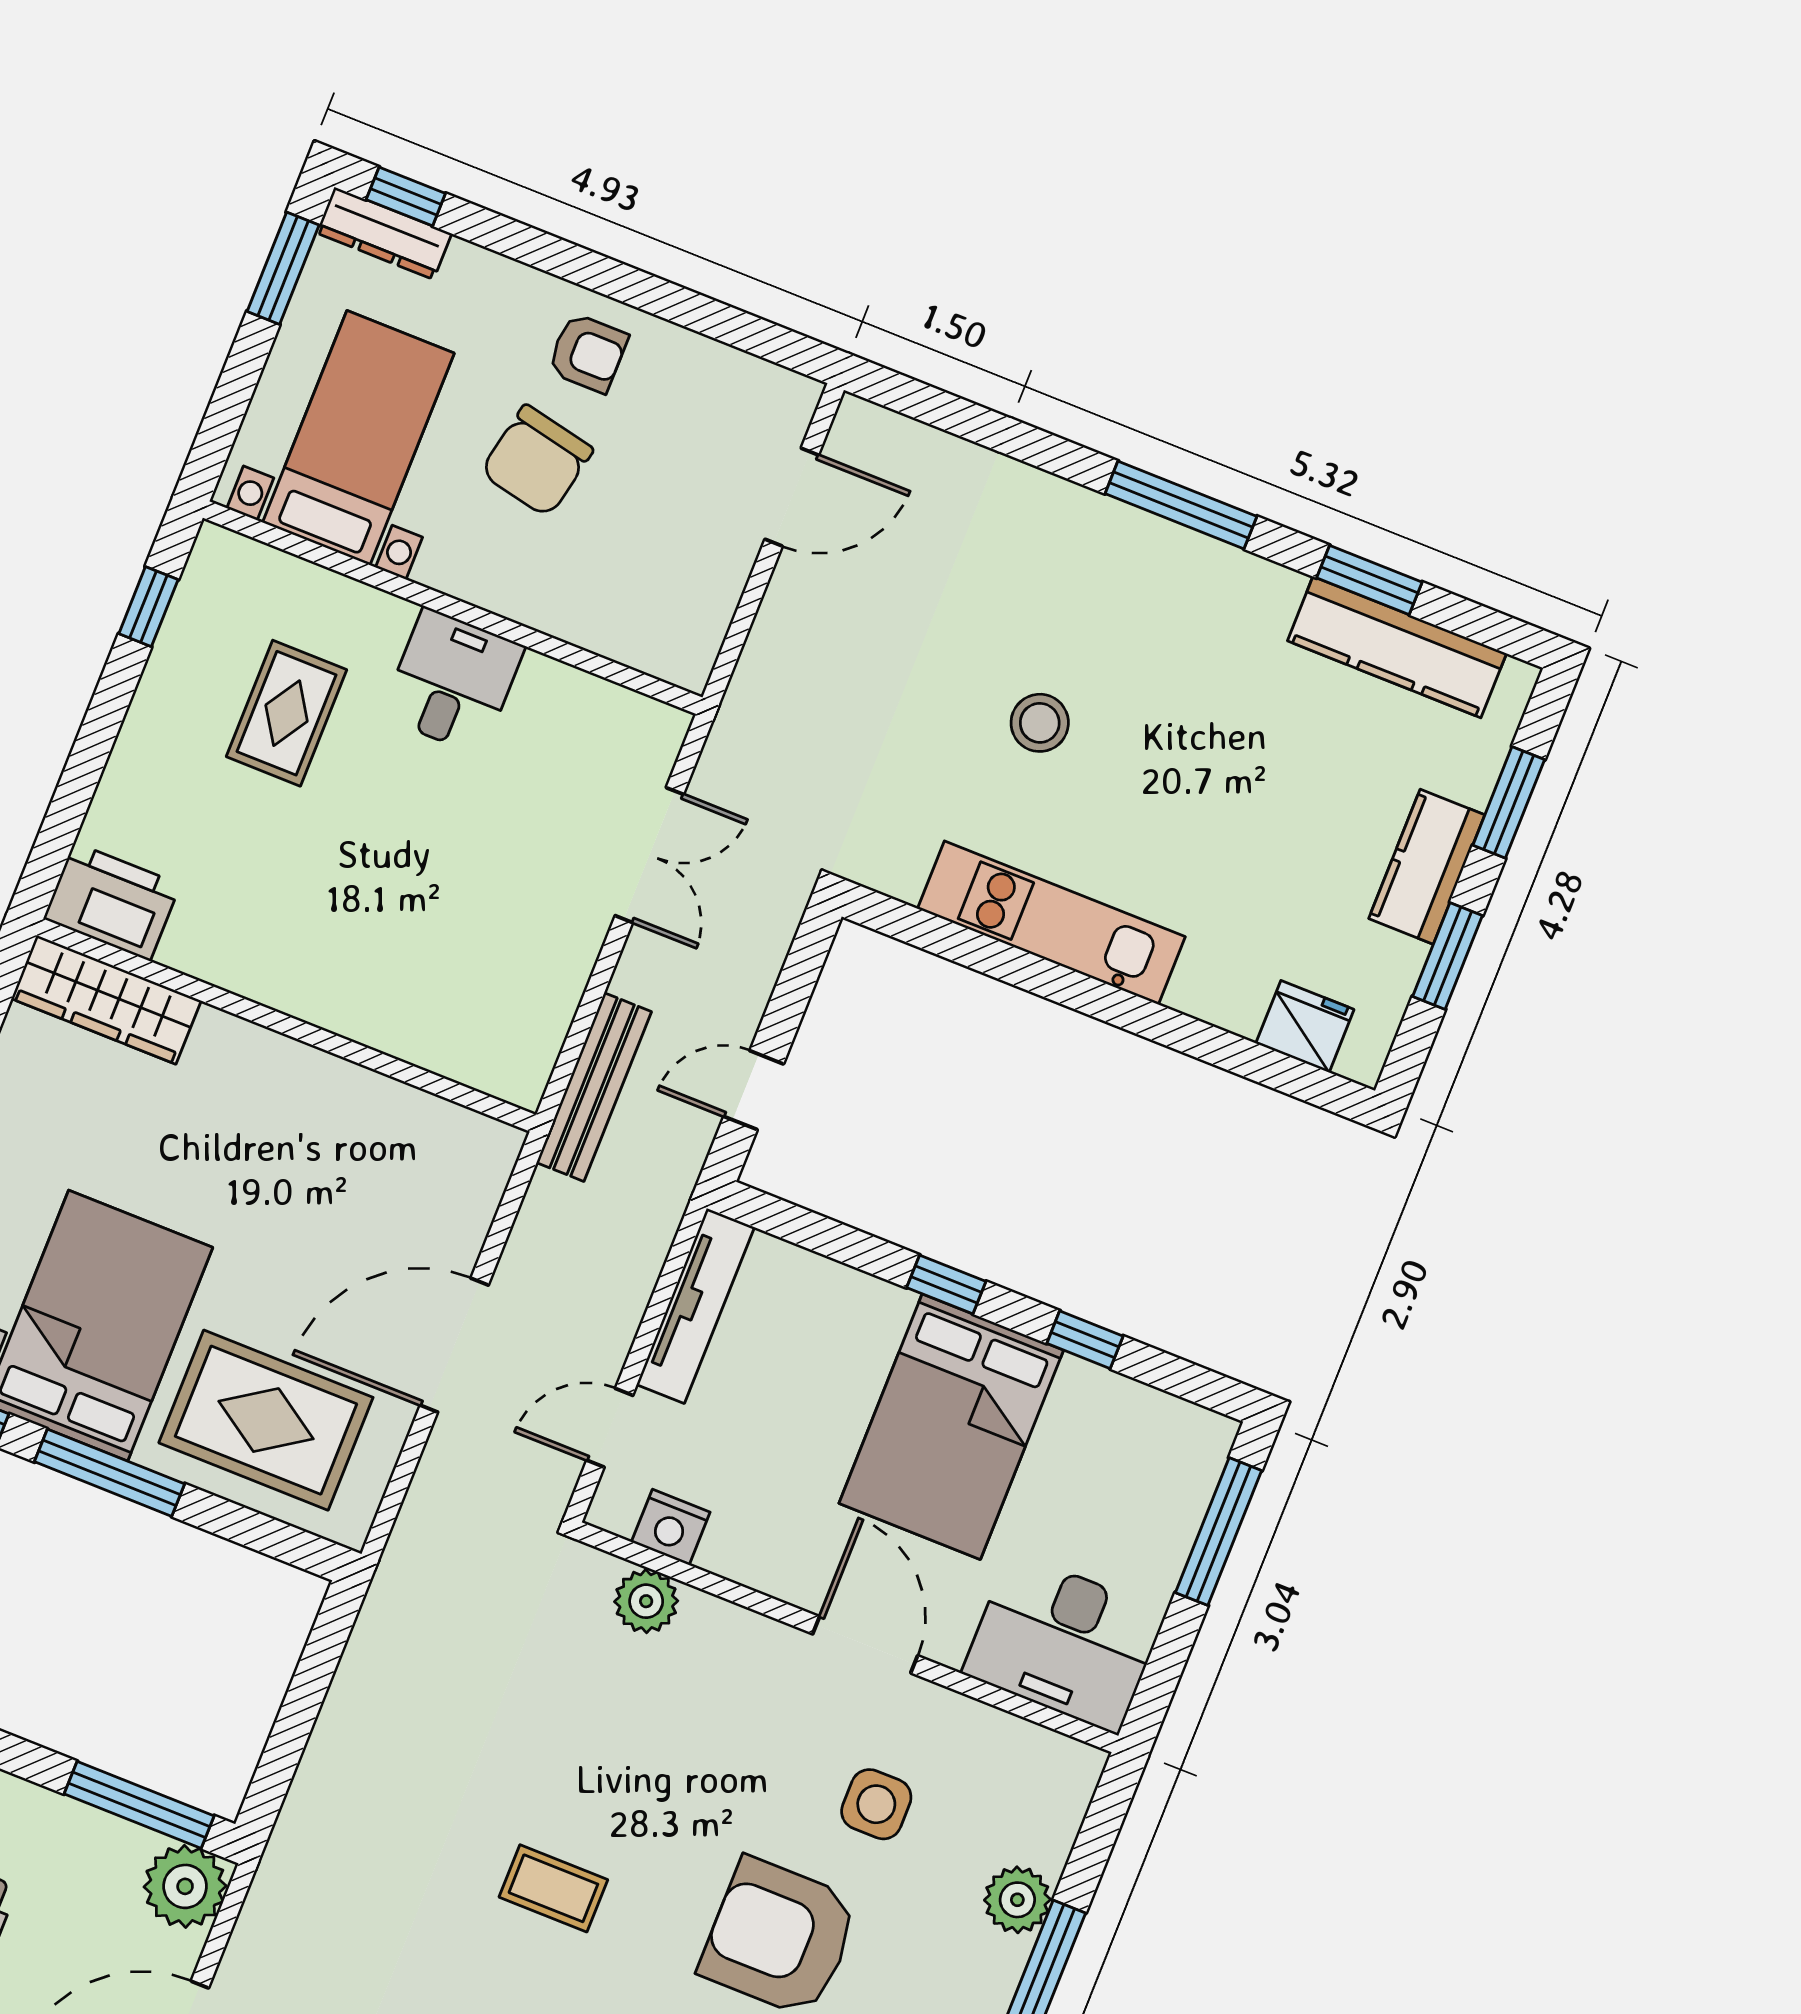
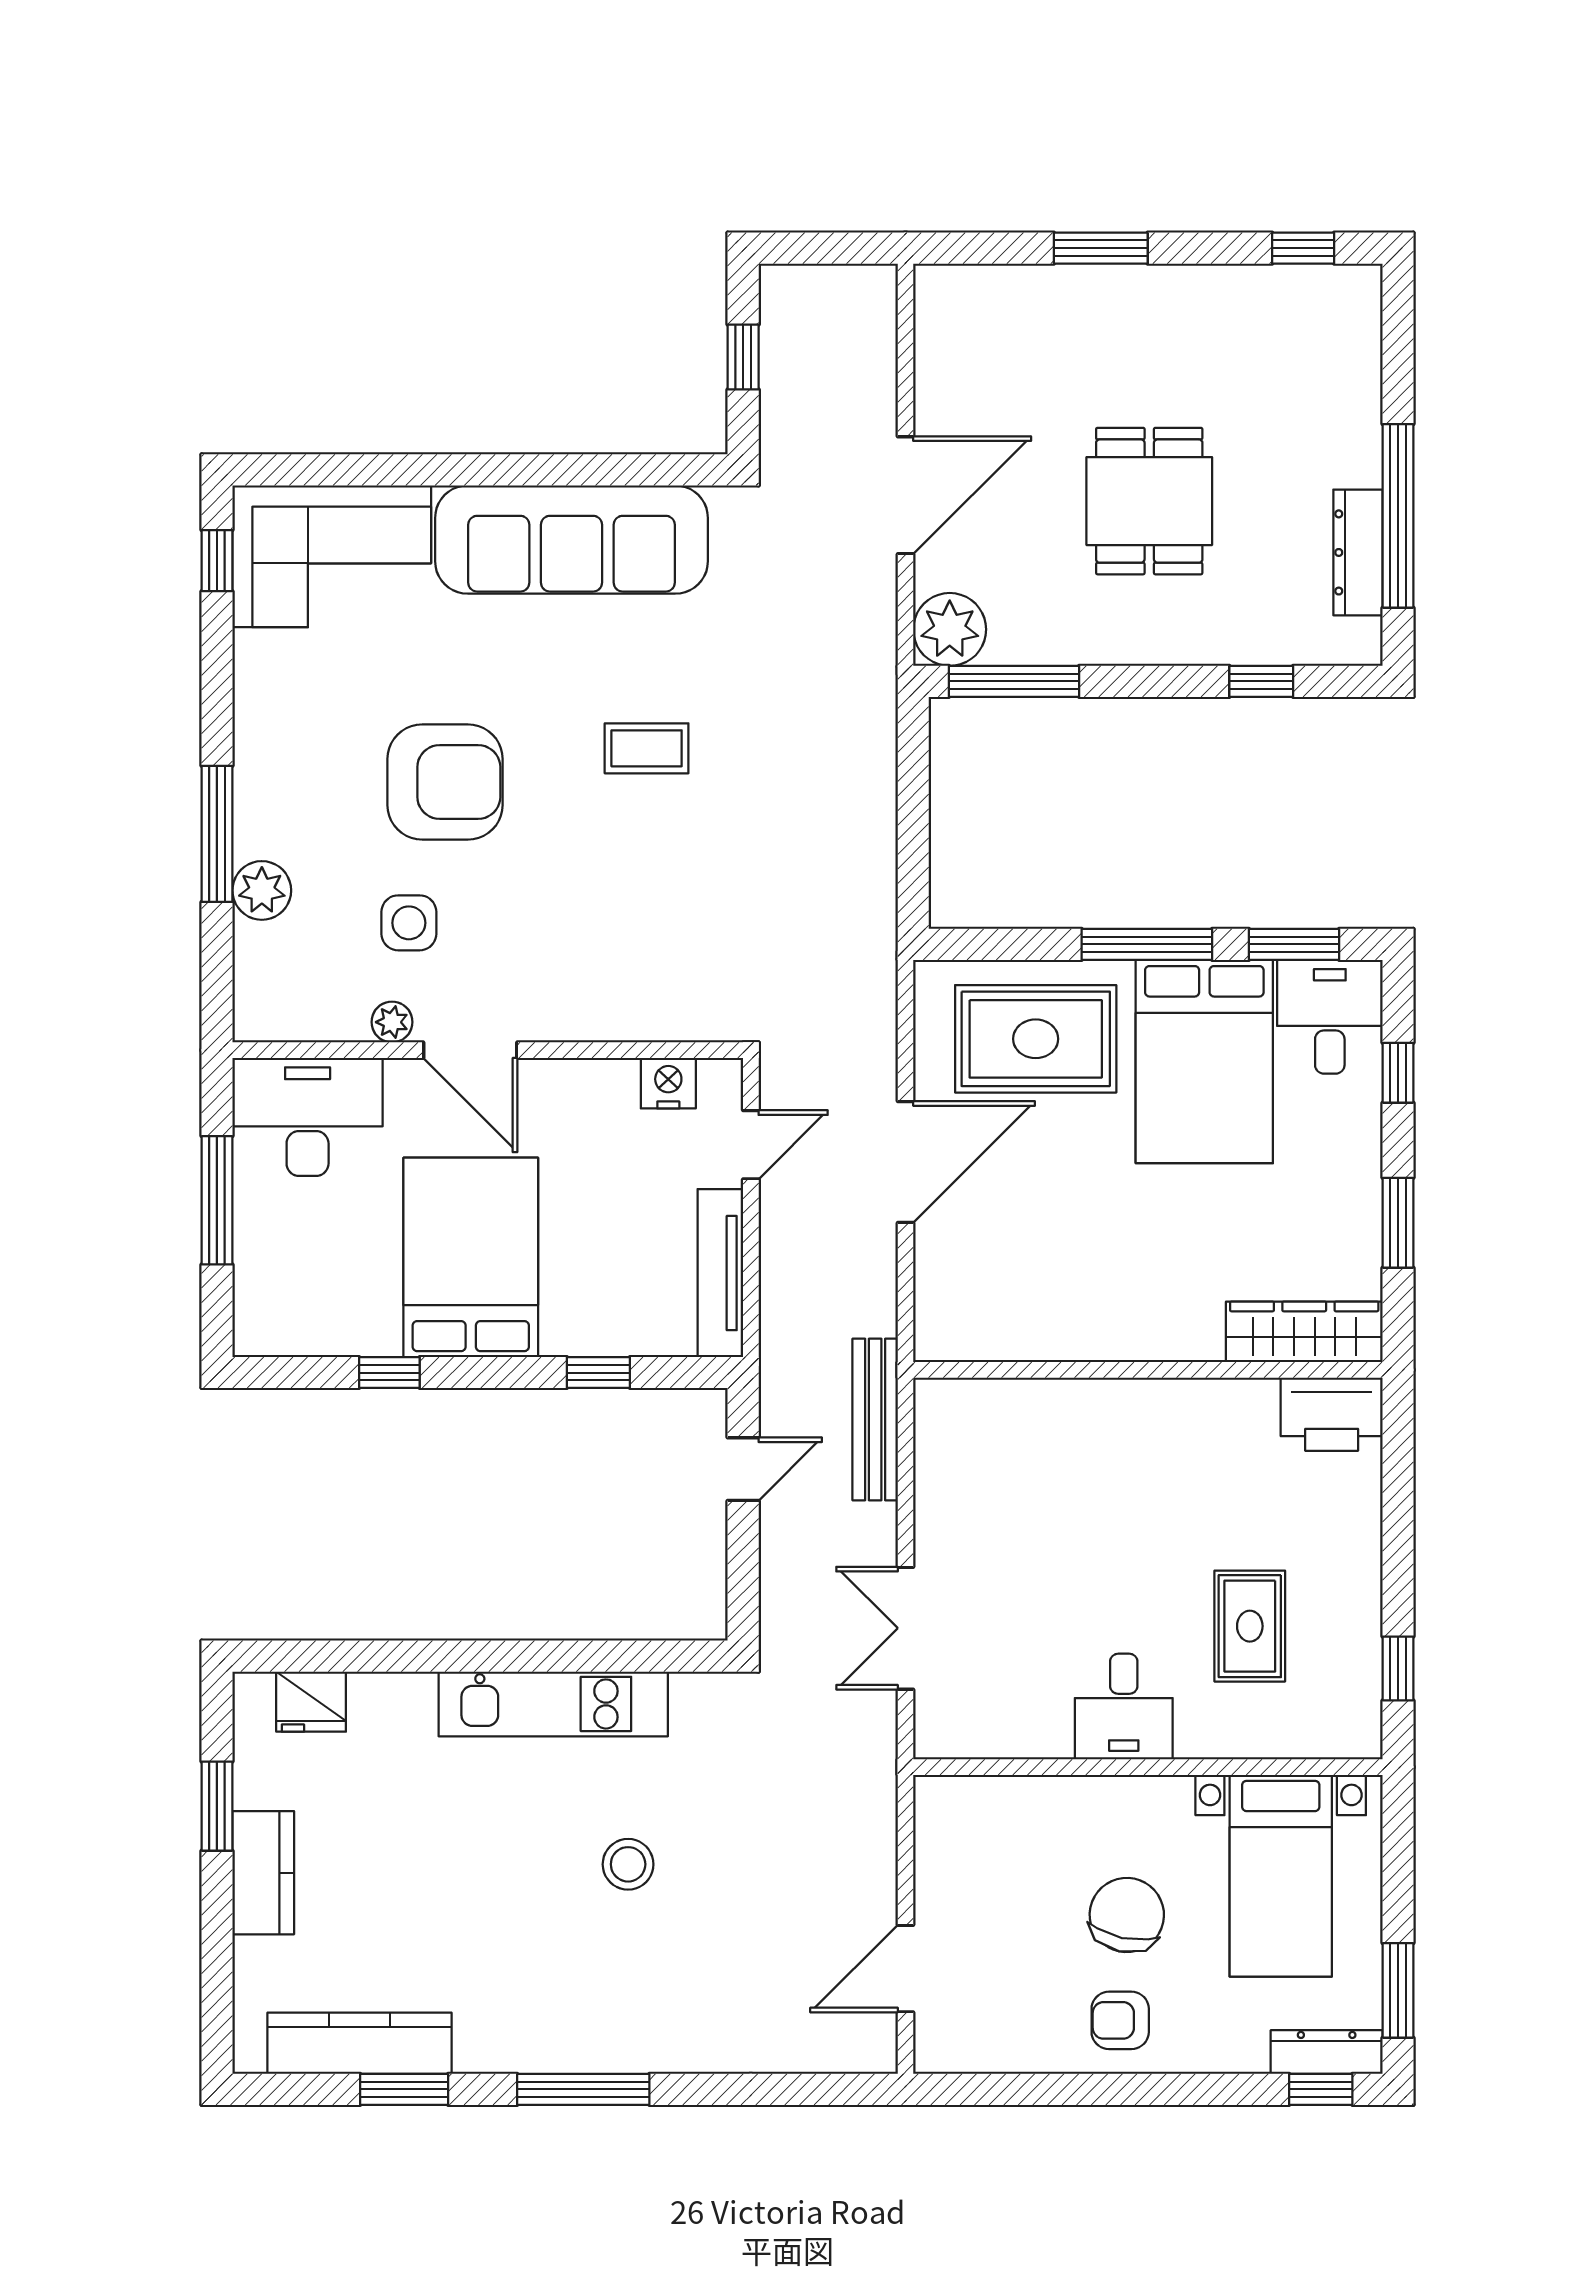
window: (1509, 802) -> (217, 1952), removed
window: (946, 1285) -> (598, 1373), moved
window: (1218, 1532) -> (217, 1200), moved
plant: (646, 1601) -> (392, 1022), moved, width x0.73, depth x0.73

